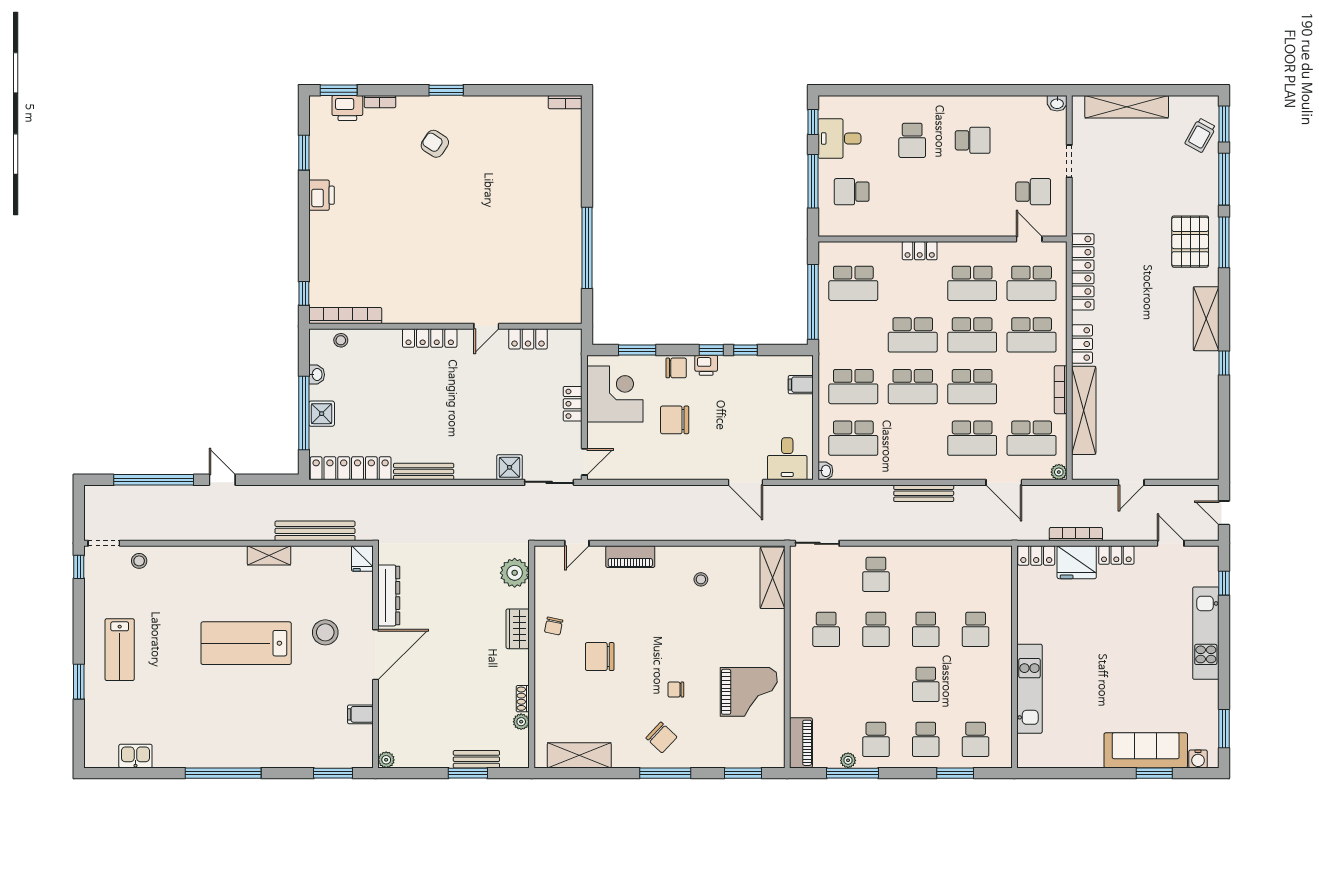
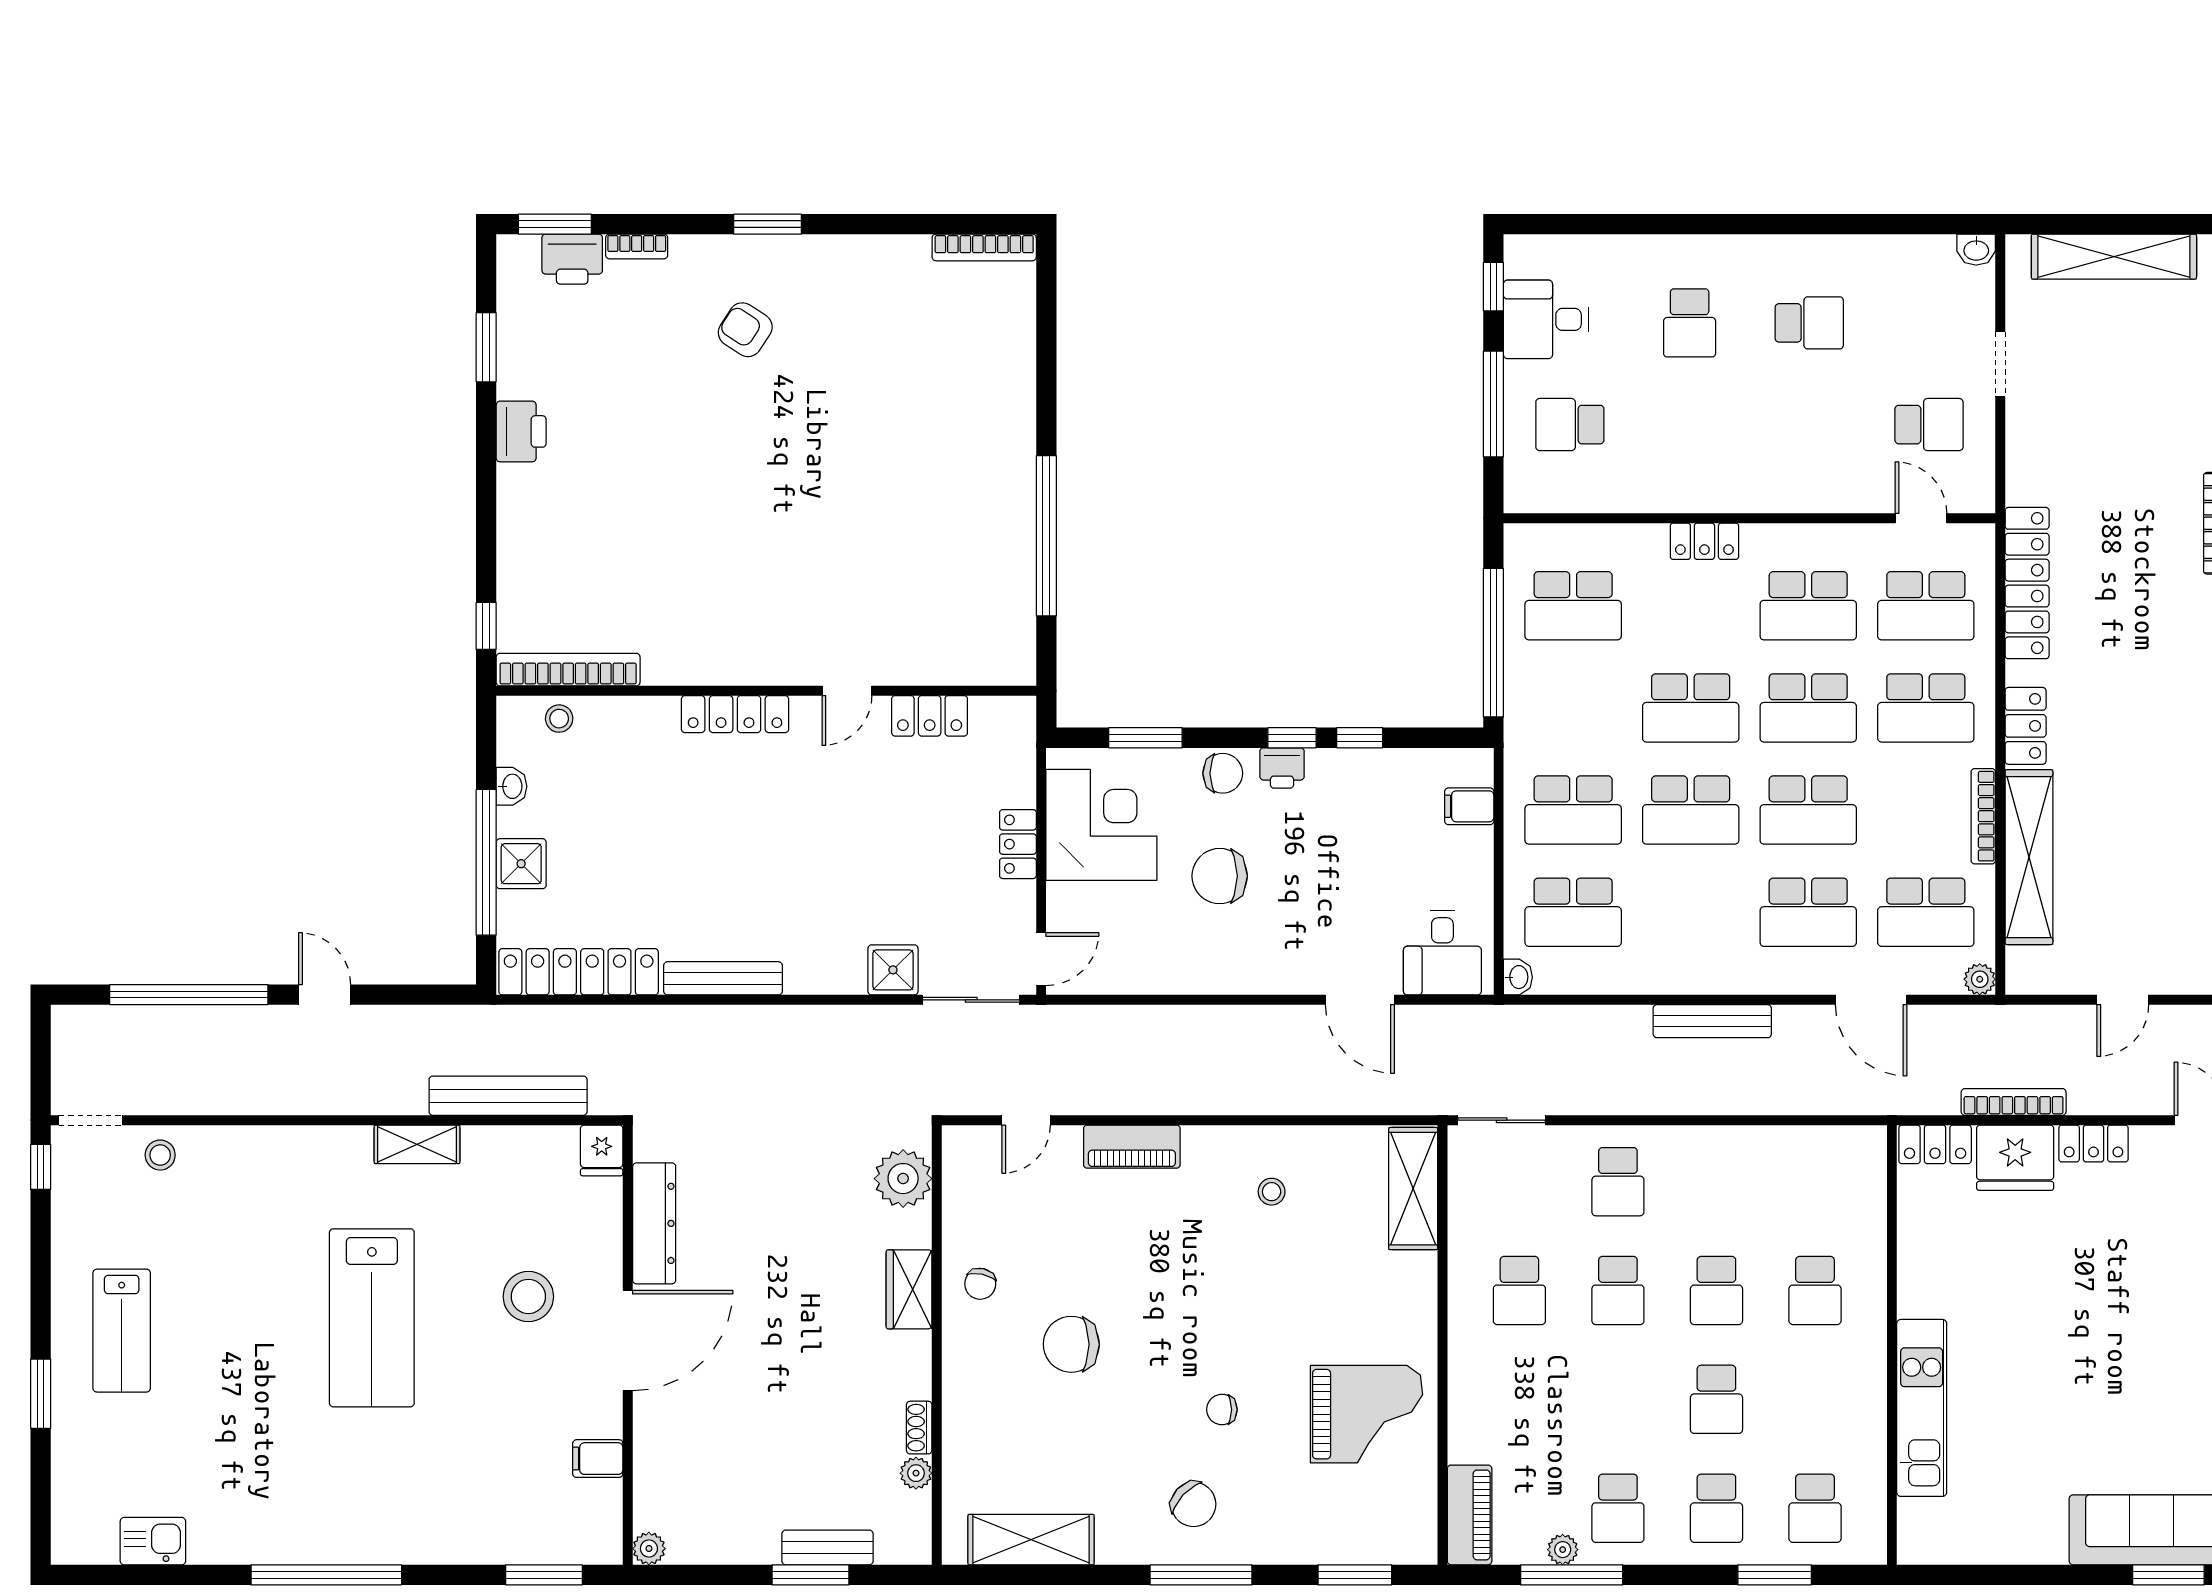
bookcase: (565, 102) -> (984, 247), width x1.56
lab bench: (246, 643) -> (372, 1318), turned -90

